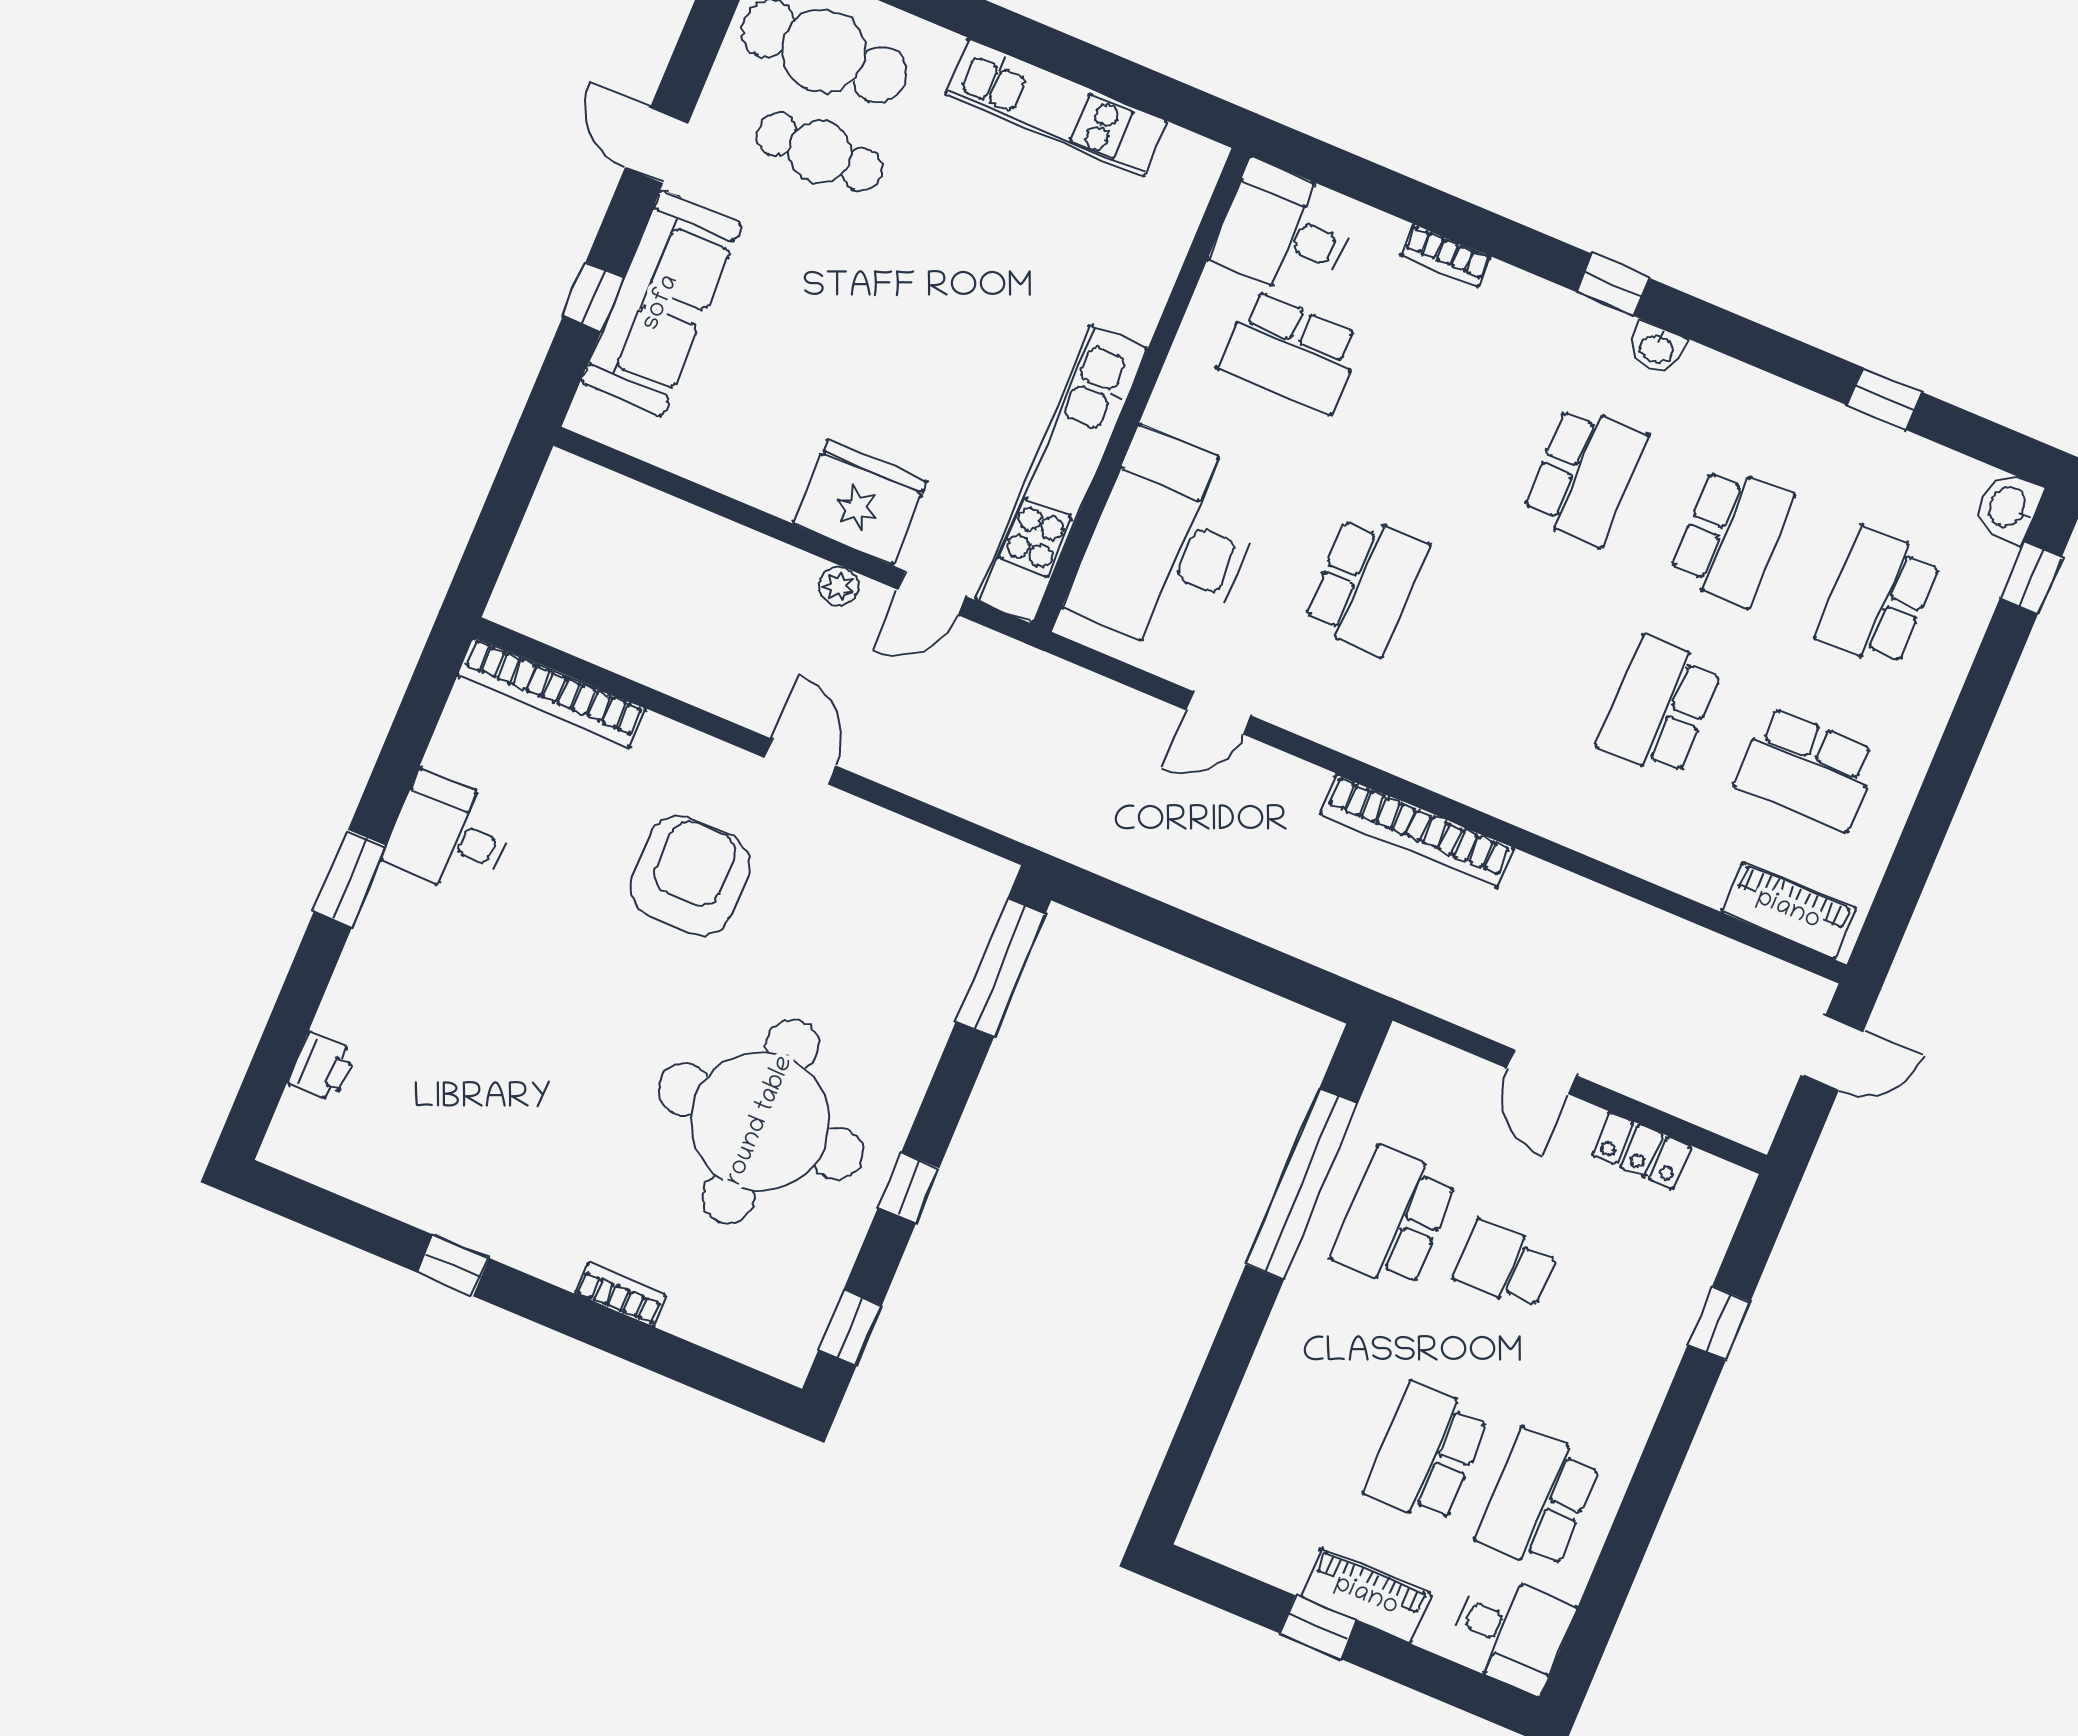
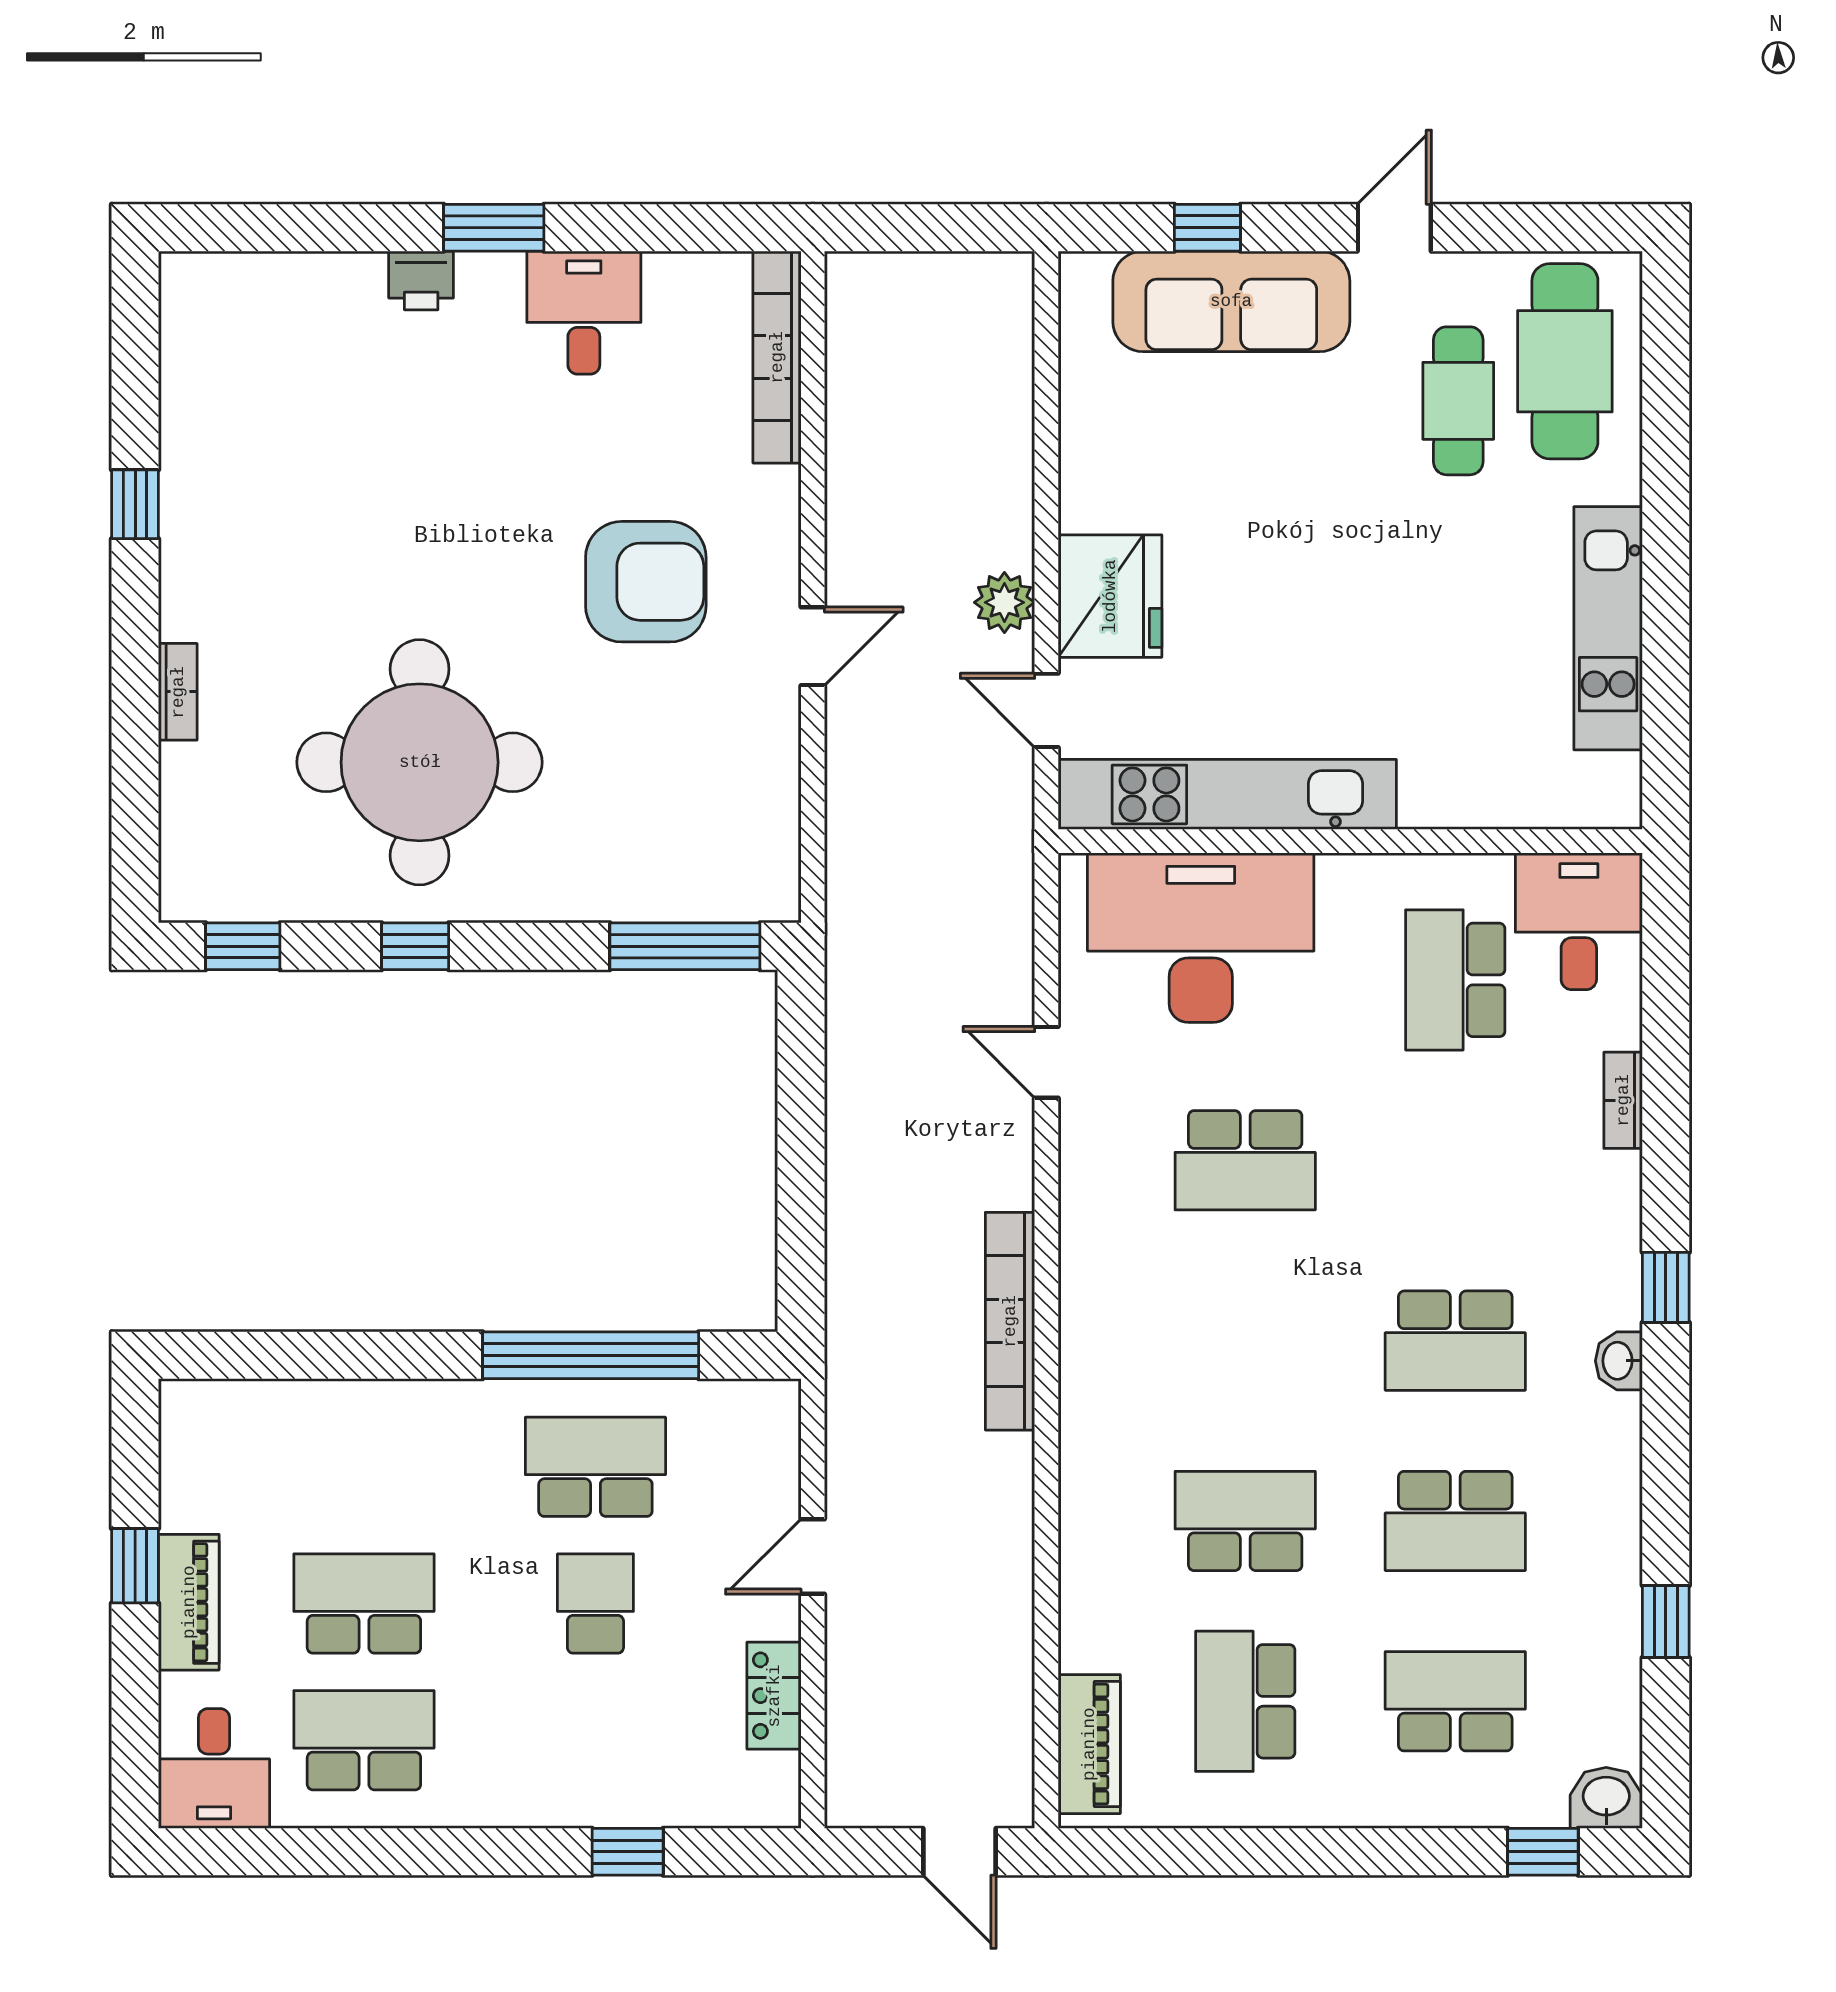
plant: (839, 586) -> (1004, 602), width x1.38, depth x1.38
printer: (322, 1067) -> (421, 280), moved

